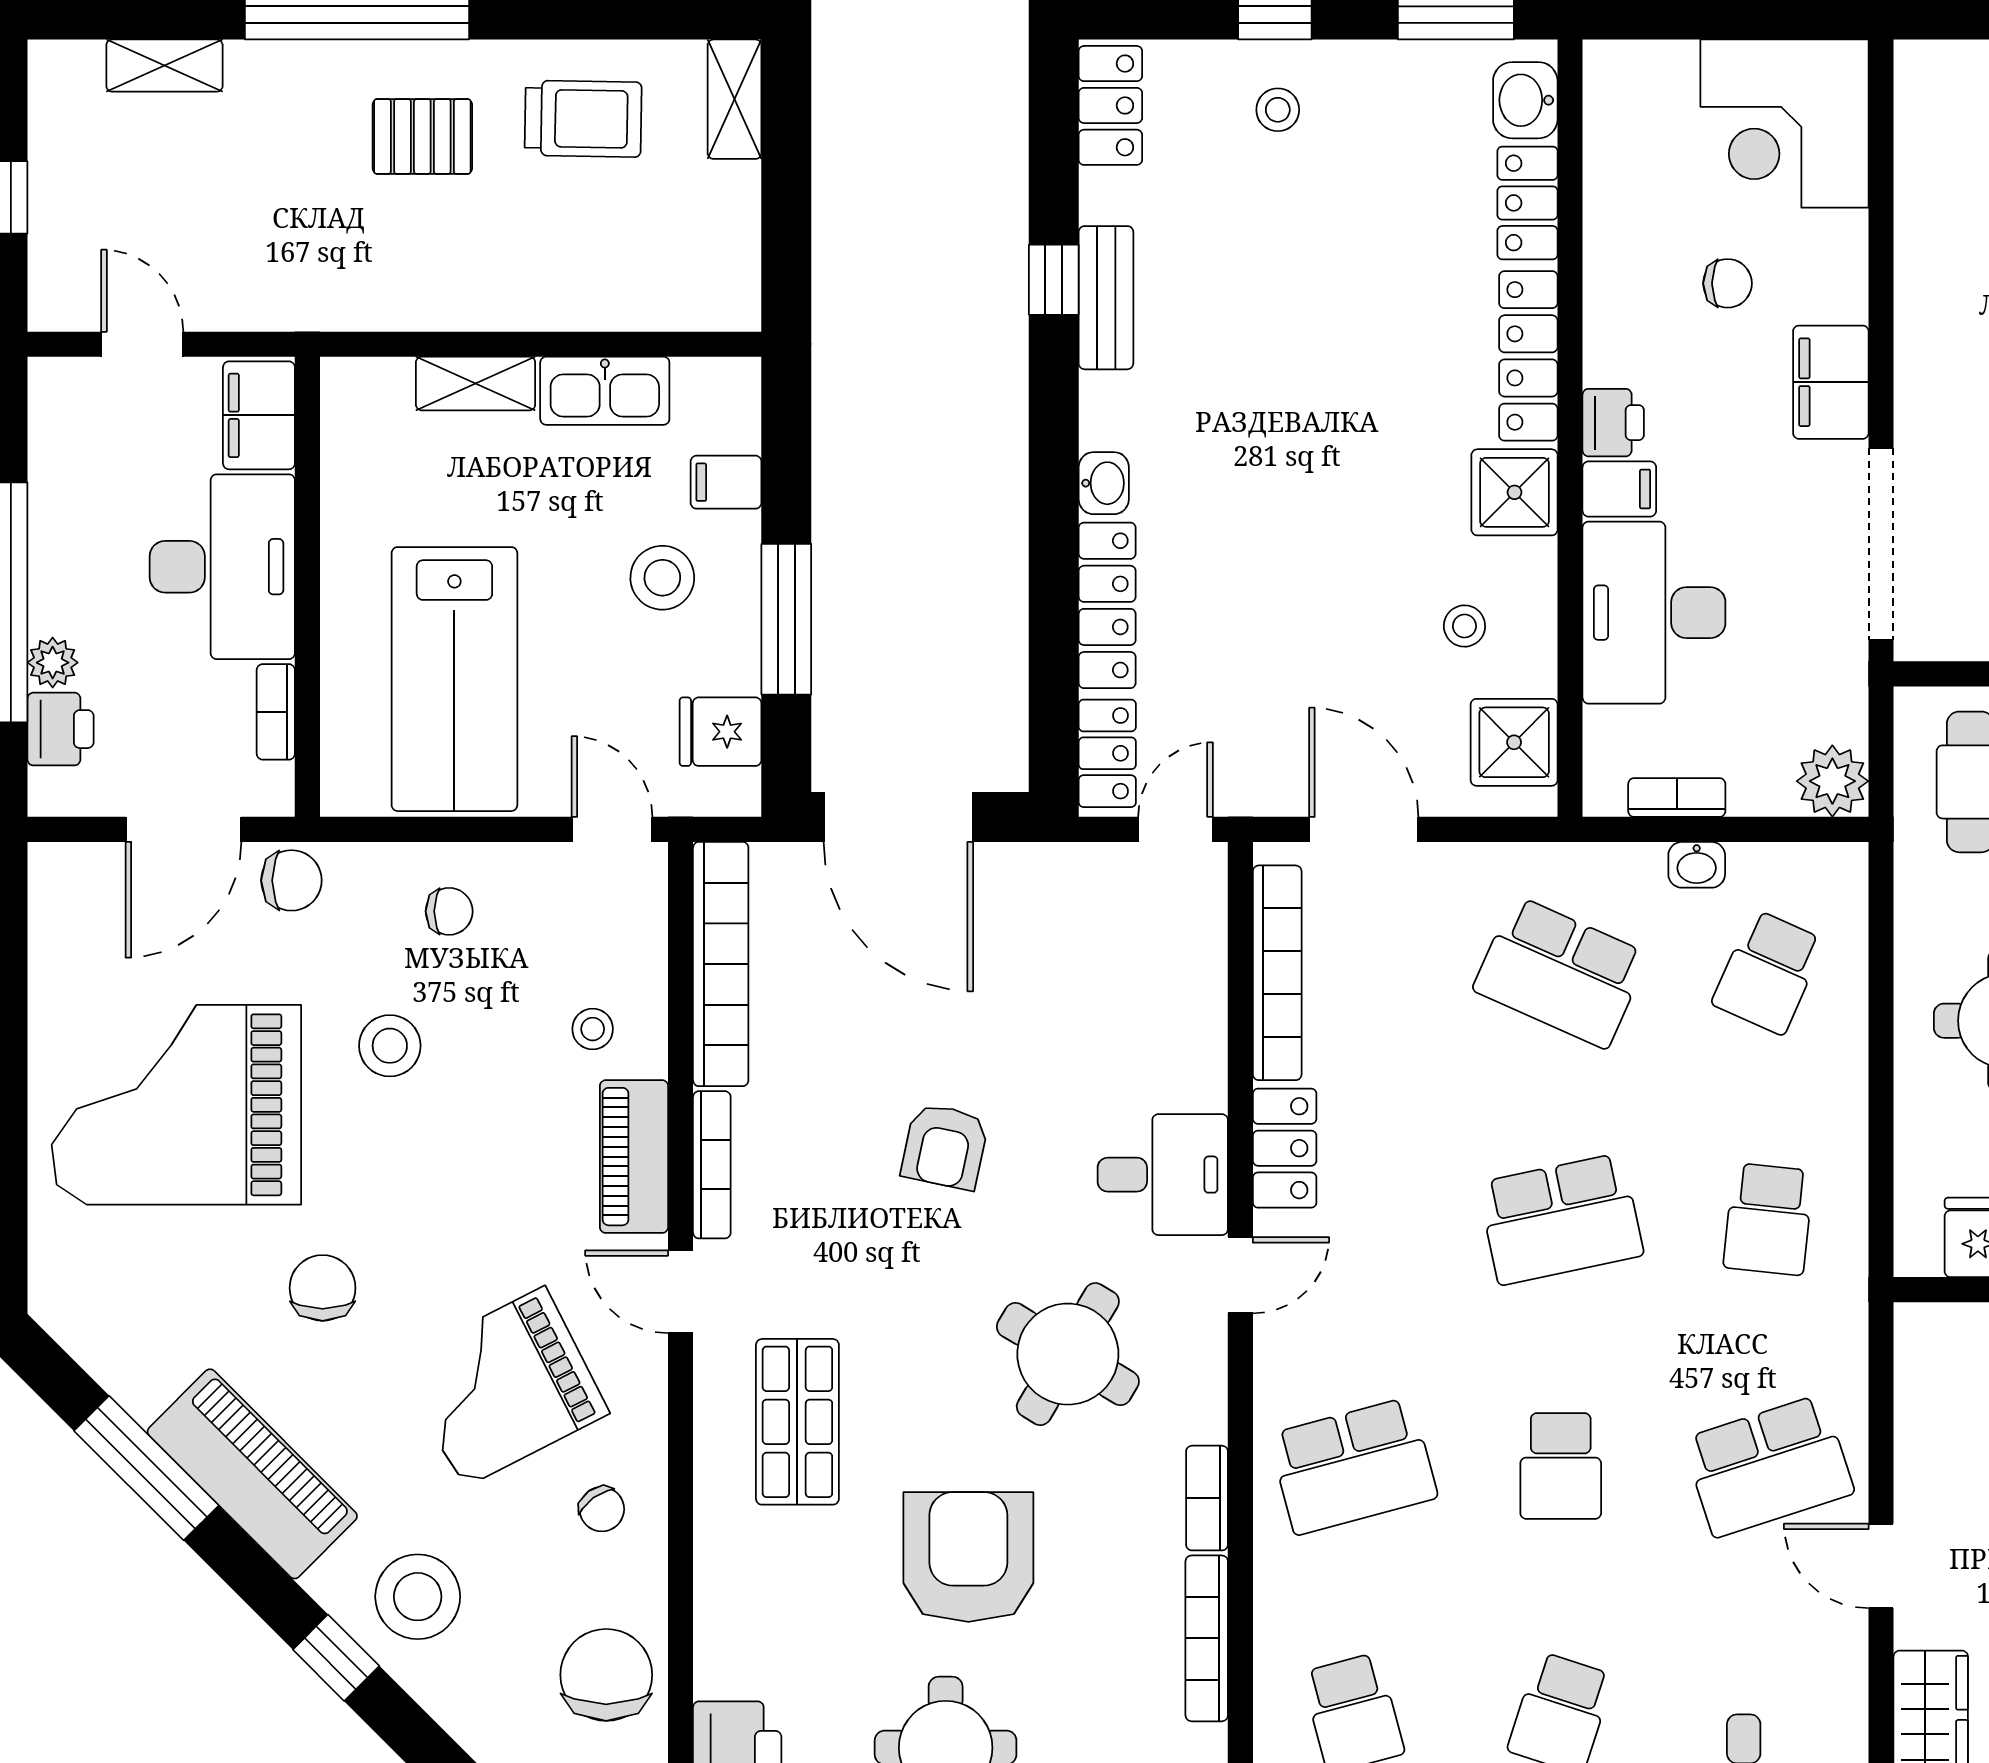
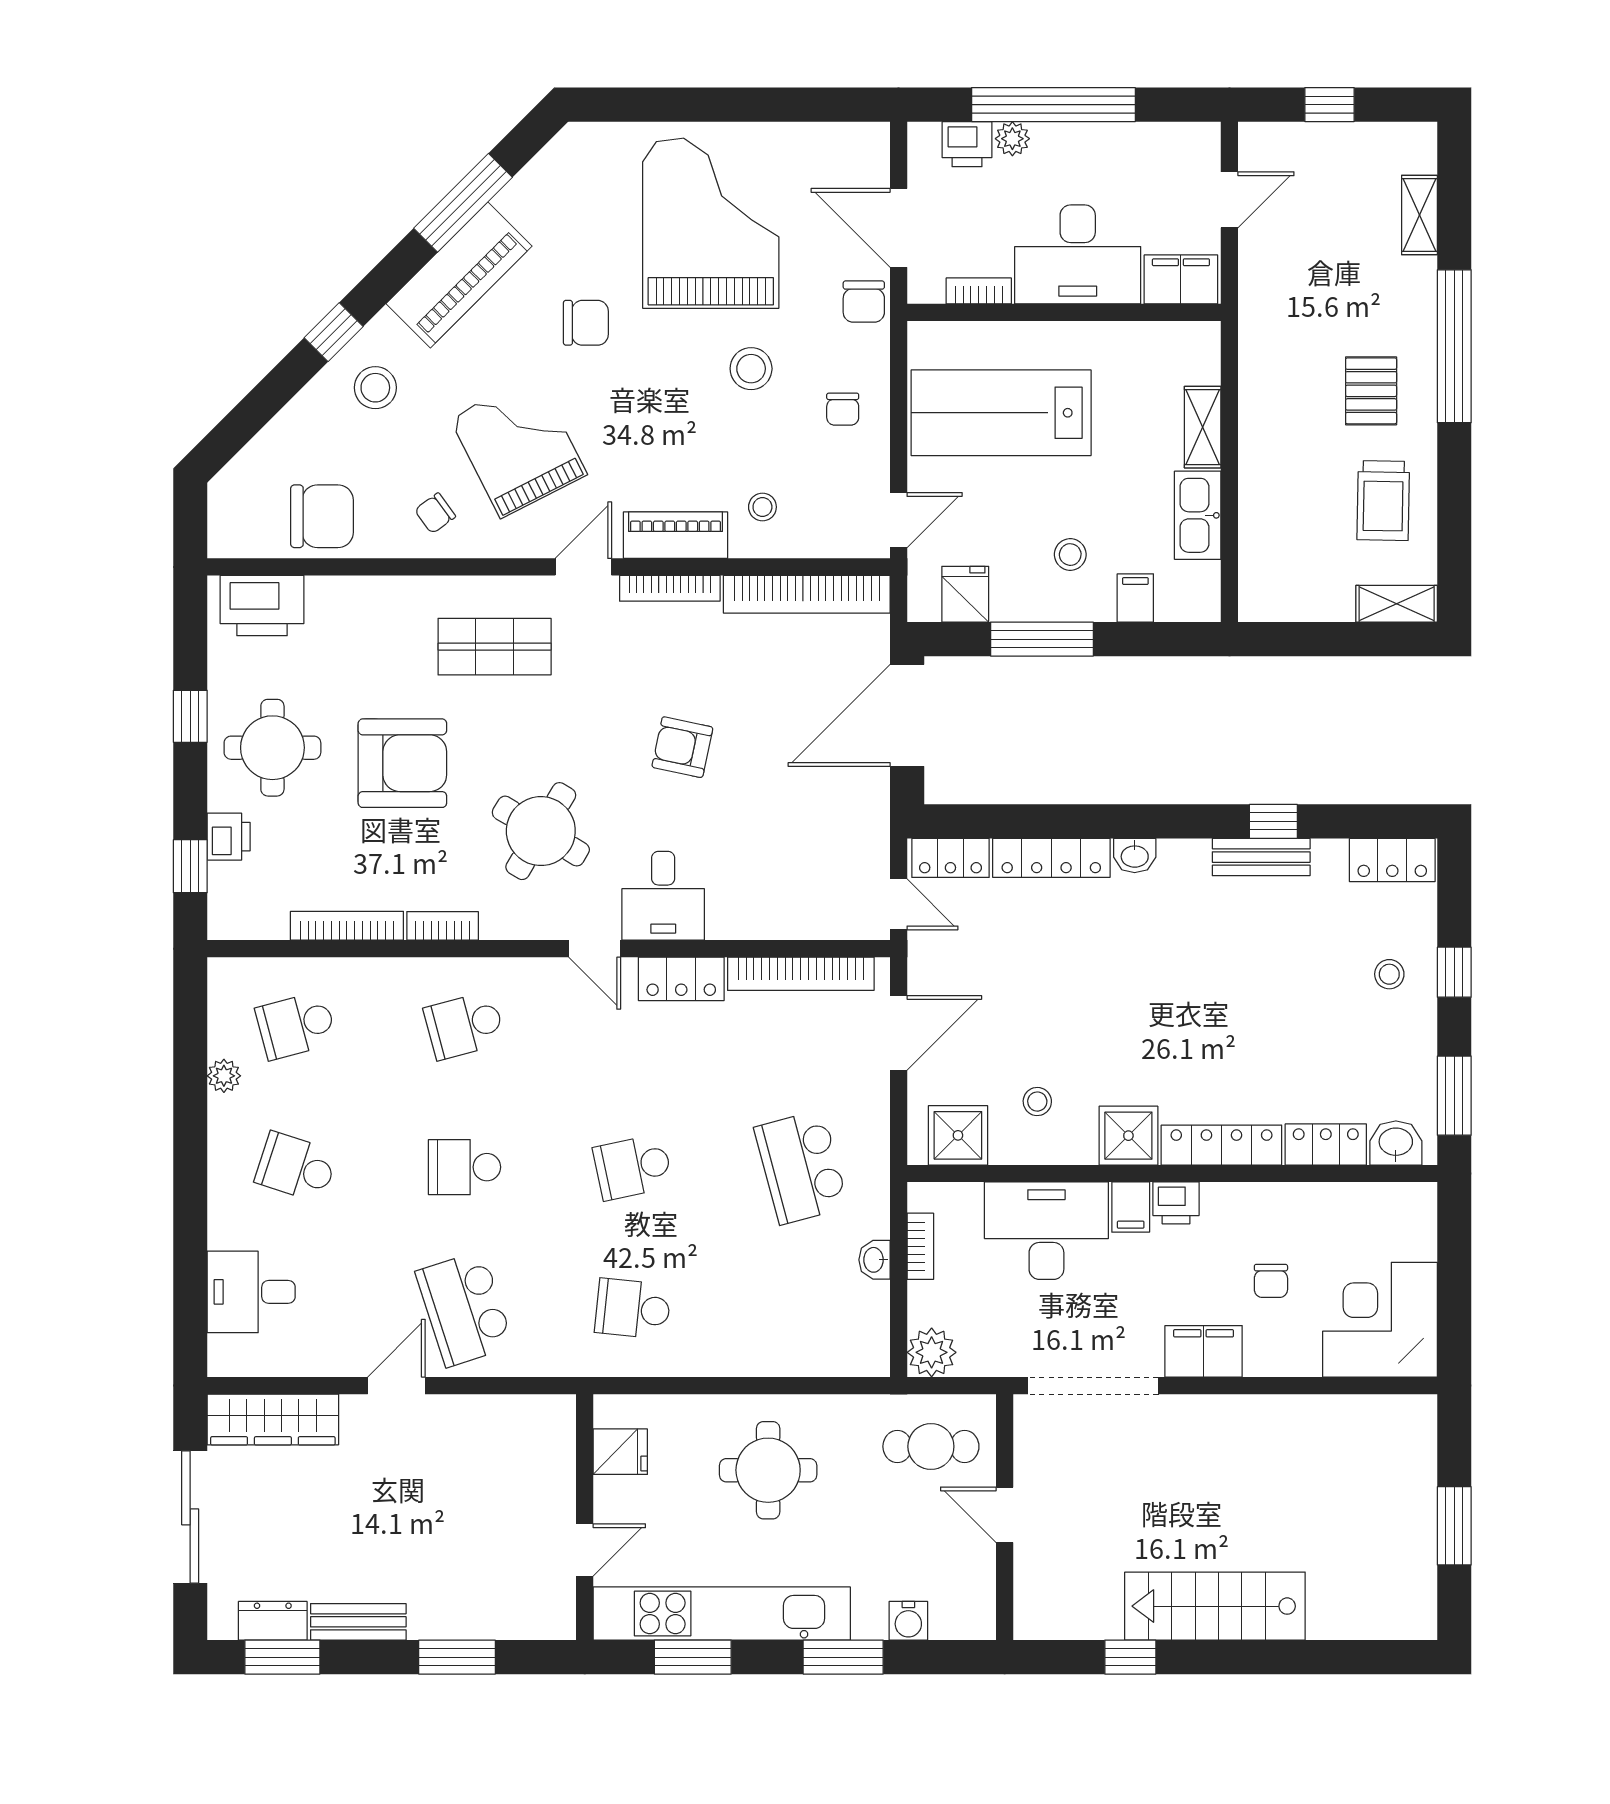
stool: (662, 578) -> (1070, 555), width x0.73, depth x0.73
school desk: (1561, 972) -> (801, 1167), turned -39
school desk: (1768, 972) -> (801, 1309), removed
school desk: (1561, 1219) -> (633, 1167), width x0.54
school desk: (1353, 1466) -> (464, 1026), width x0.54
stool: (418, 1597) -> (375, 388), width x0.73, depth x0.73

